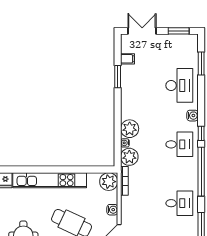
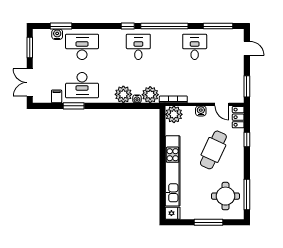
desk: (139, 85) -> (82, 85), added
water cooler: (192, 116) -> (57, 34), moved

